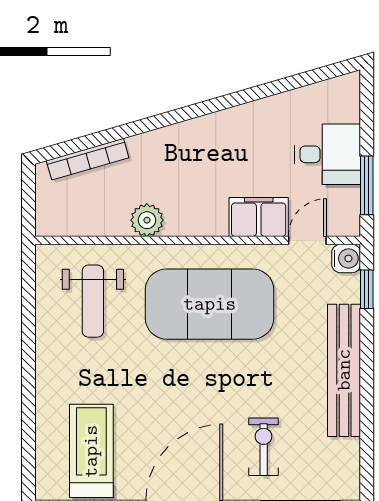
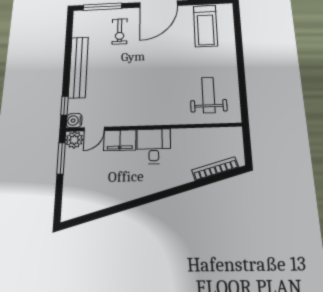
desk: (328, 154) -> (154, 146), moved, turned 90
plant: (147, 220) -> (74, 140), moved
exercise mat: (210, 304) -> (146, 96), removed

